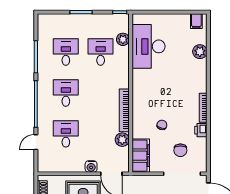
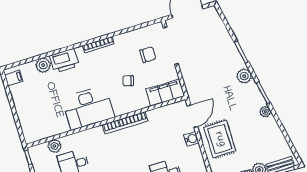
desk: (148, 46) -> (88, 108), moved
printer: (201, 130) -> (64, 61), moved, width x1.87, depth x1.48
plant: (122, 140) -> (155, 116), removed

